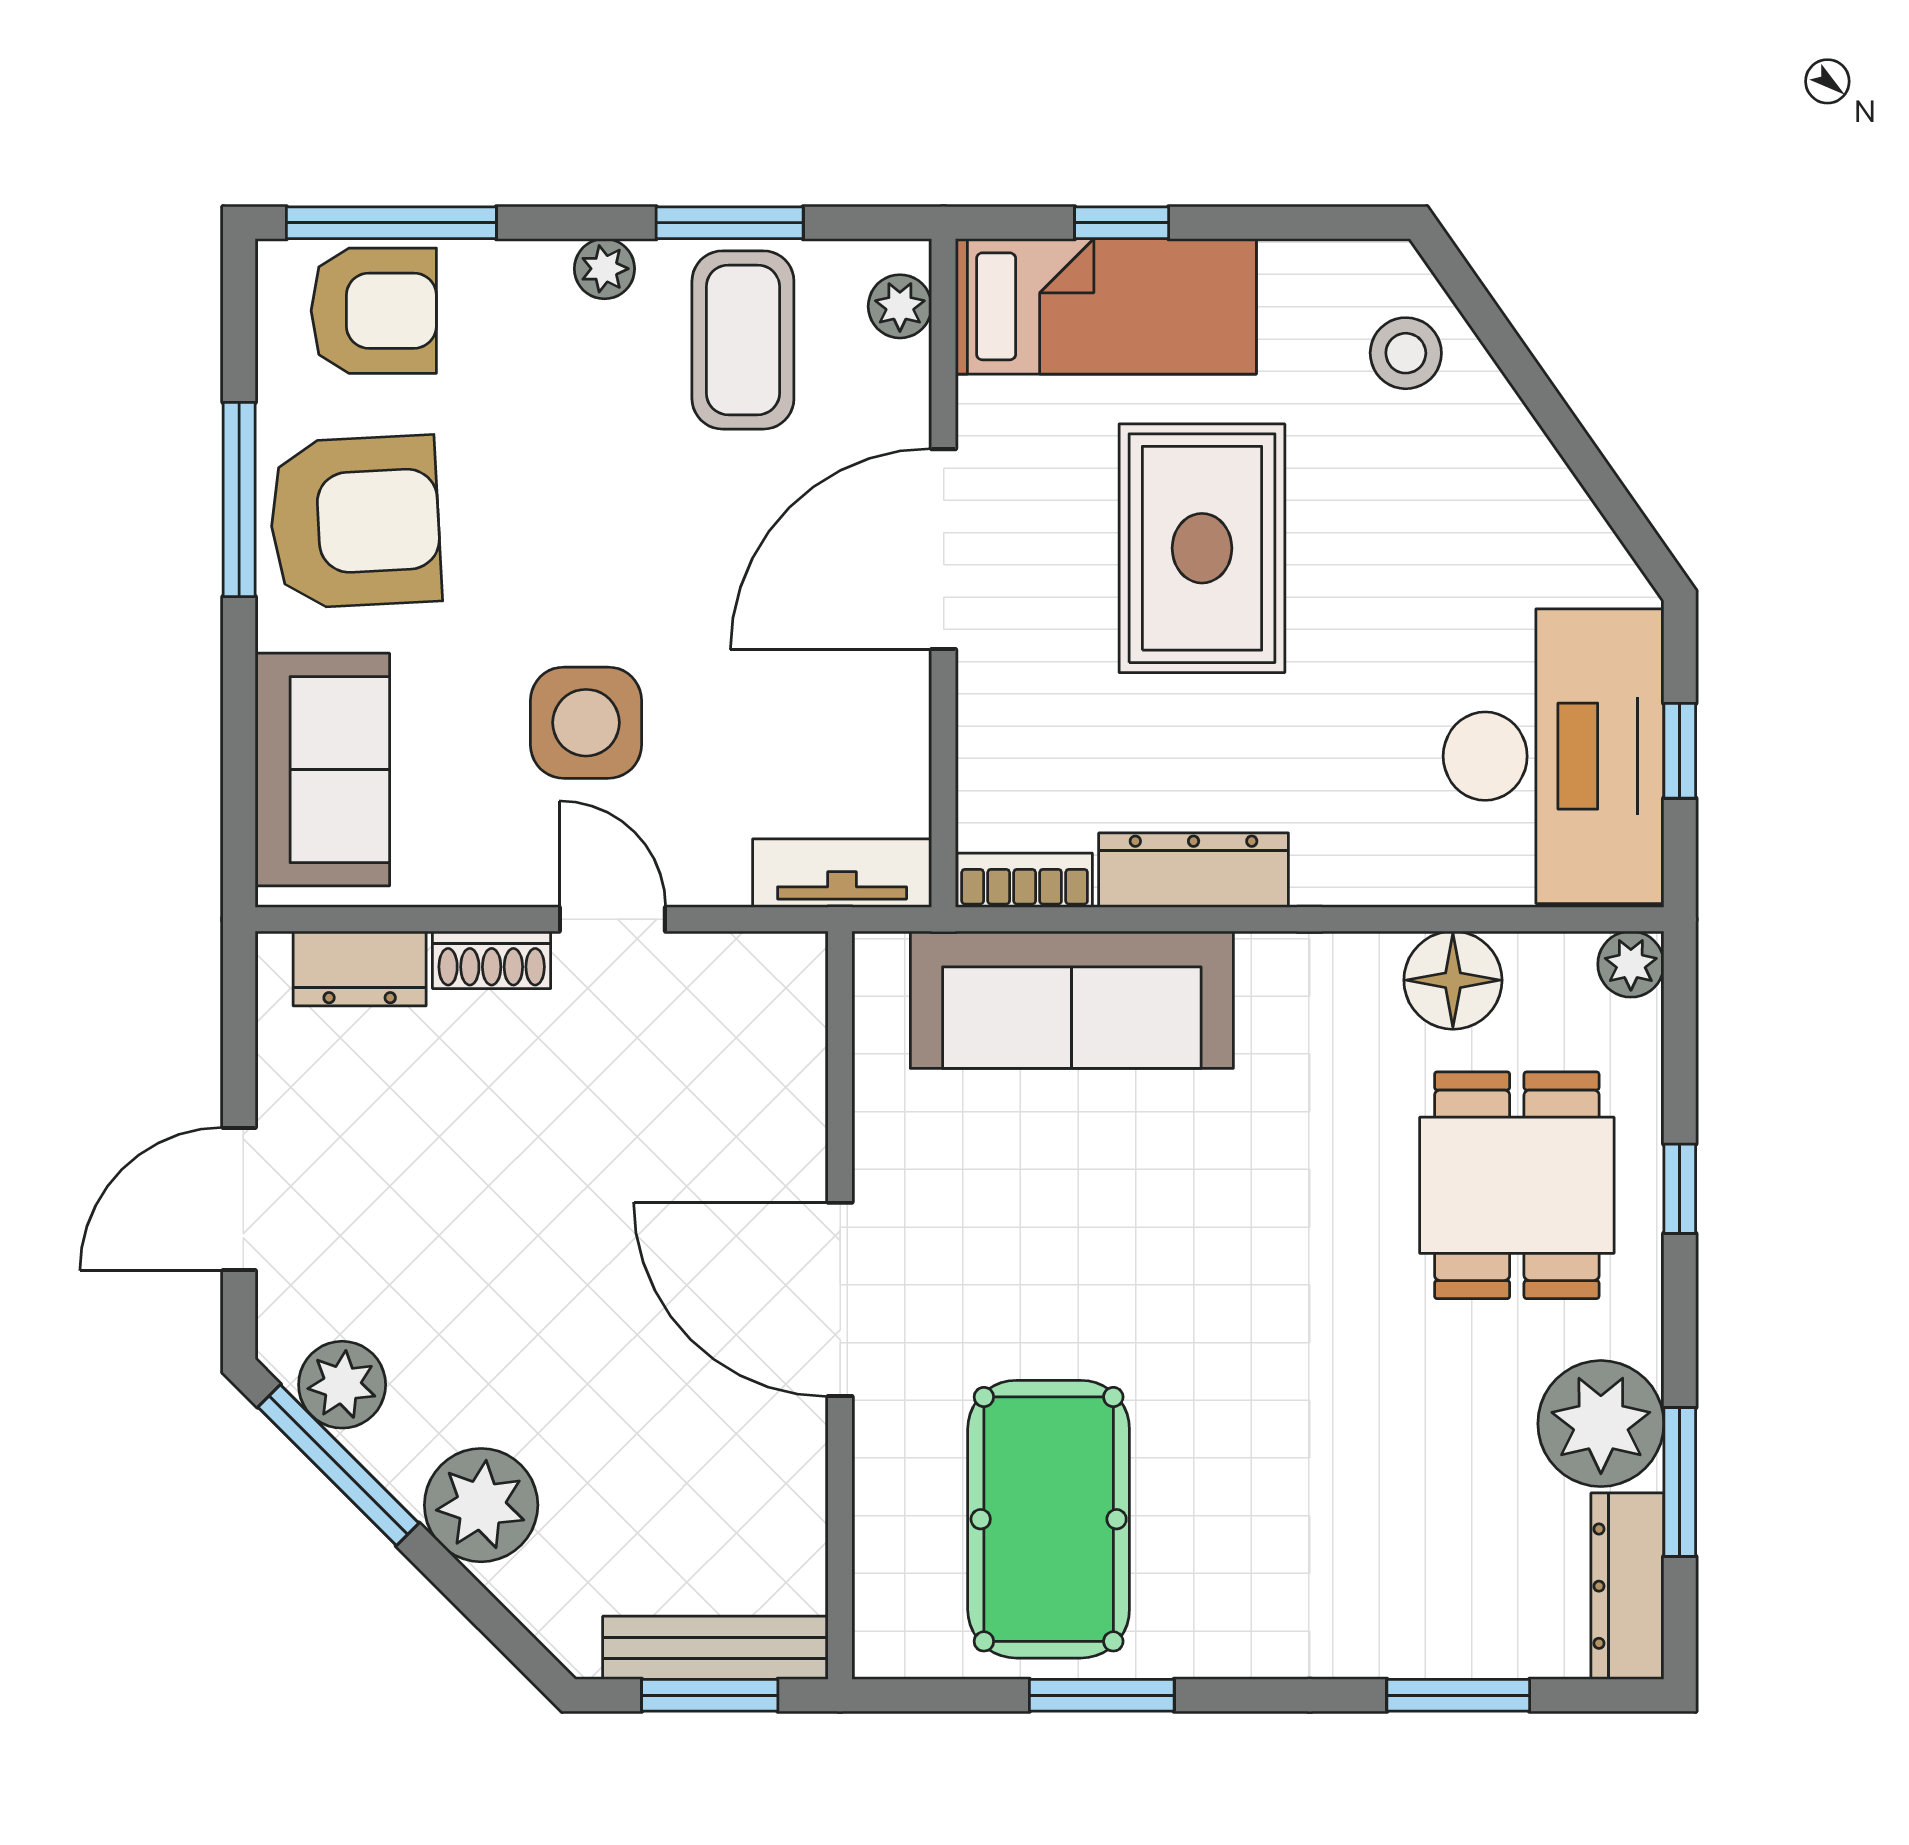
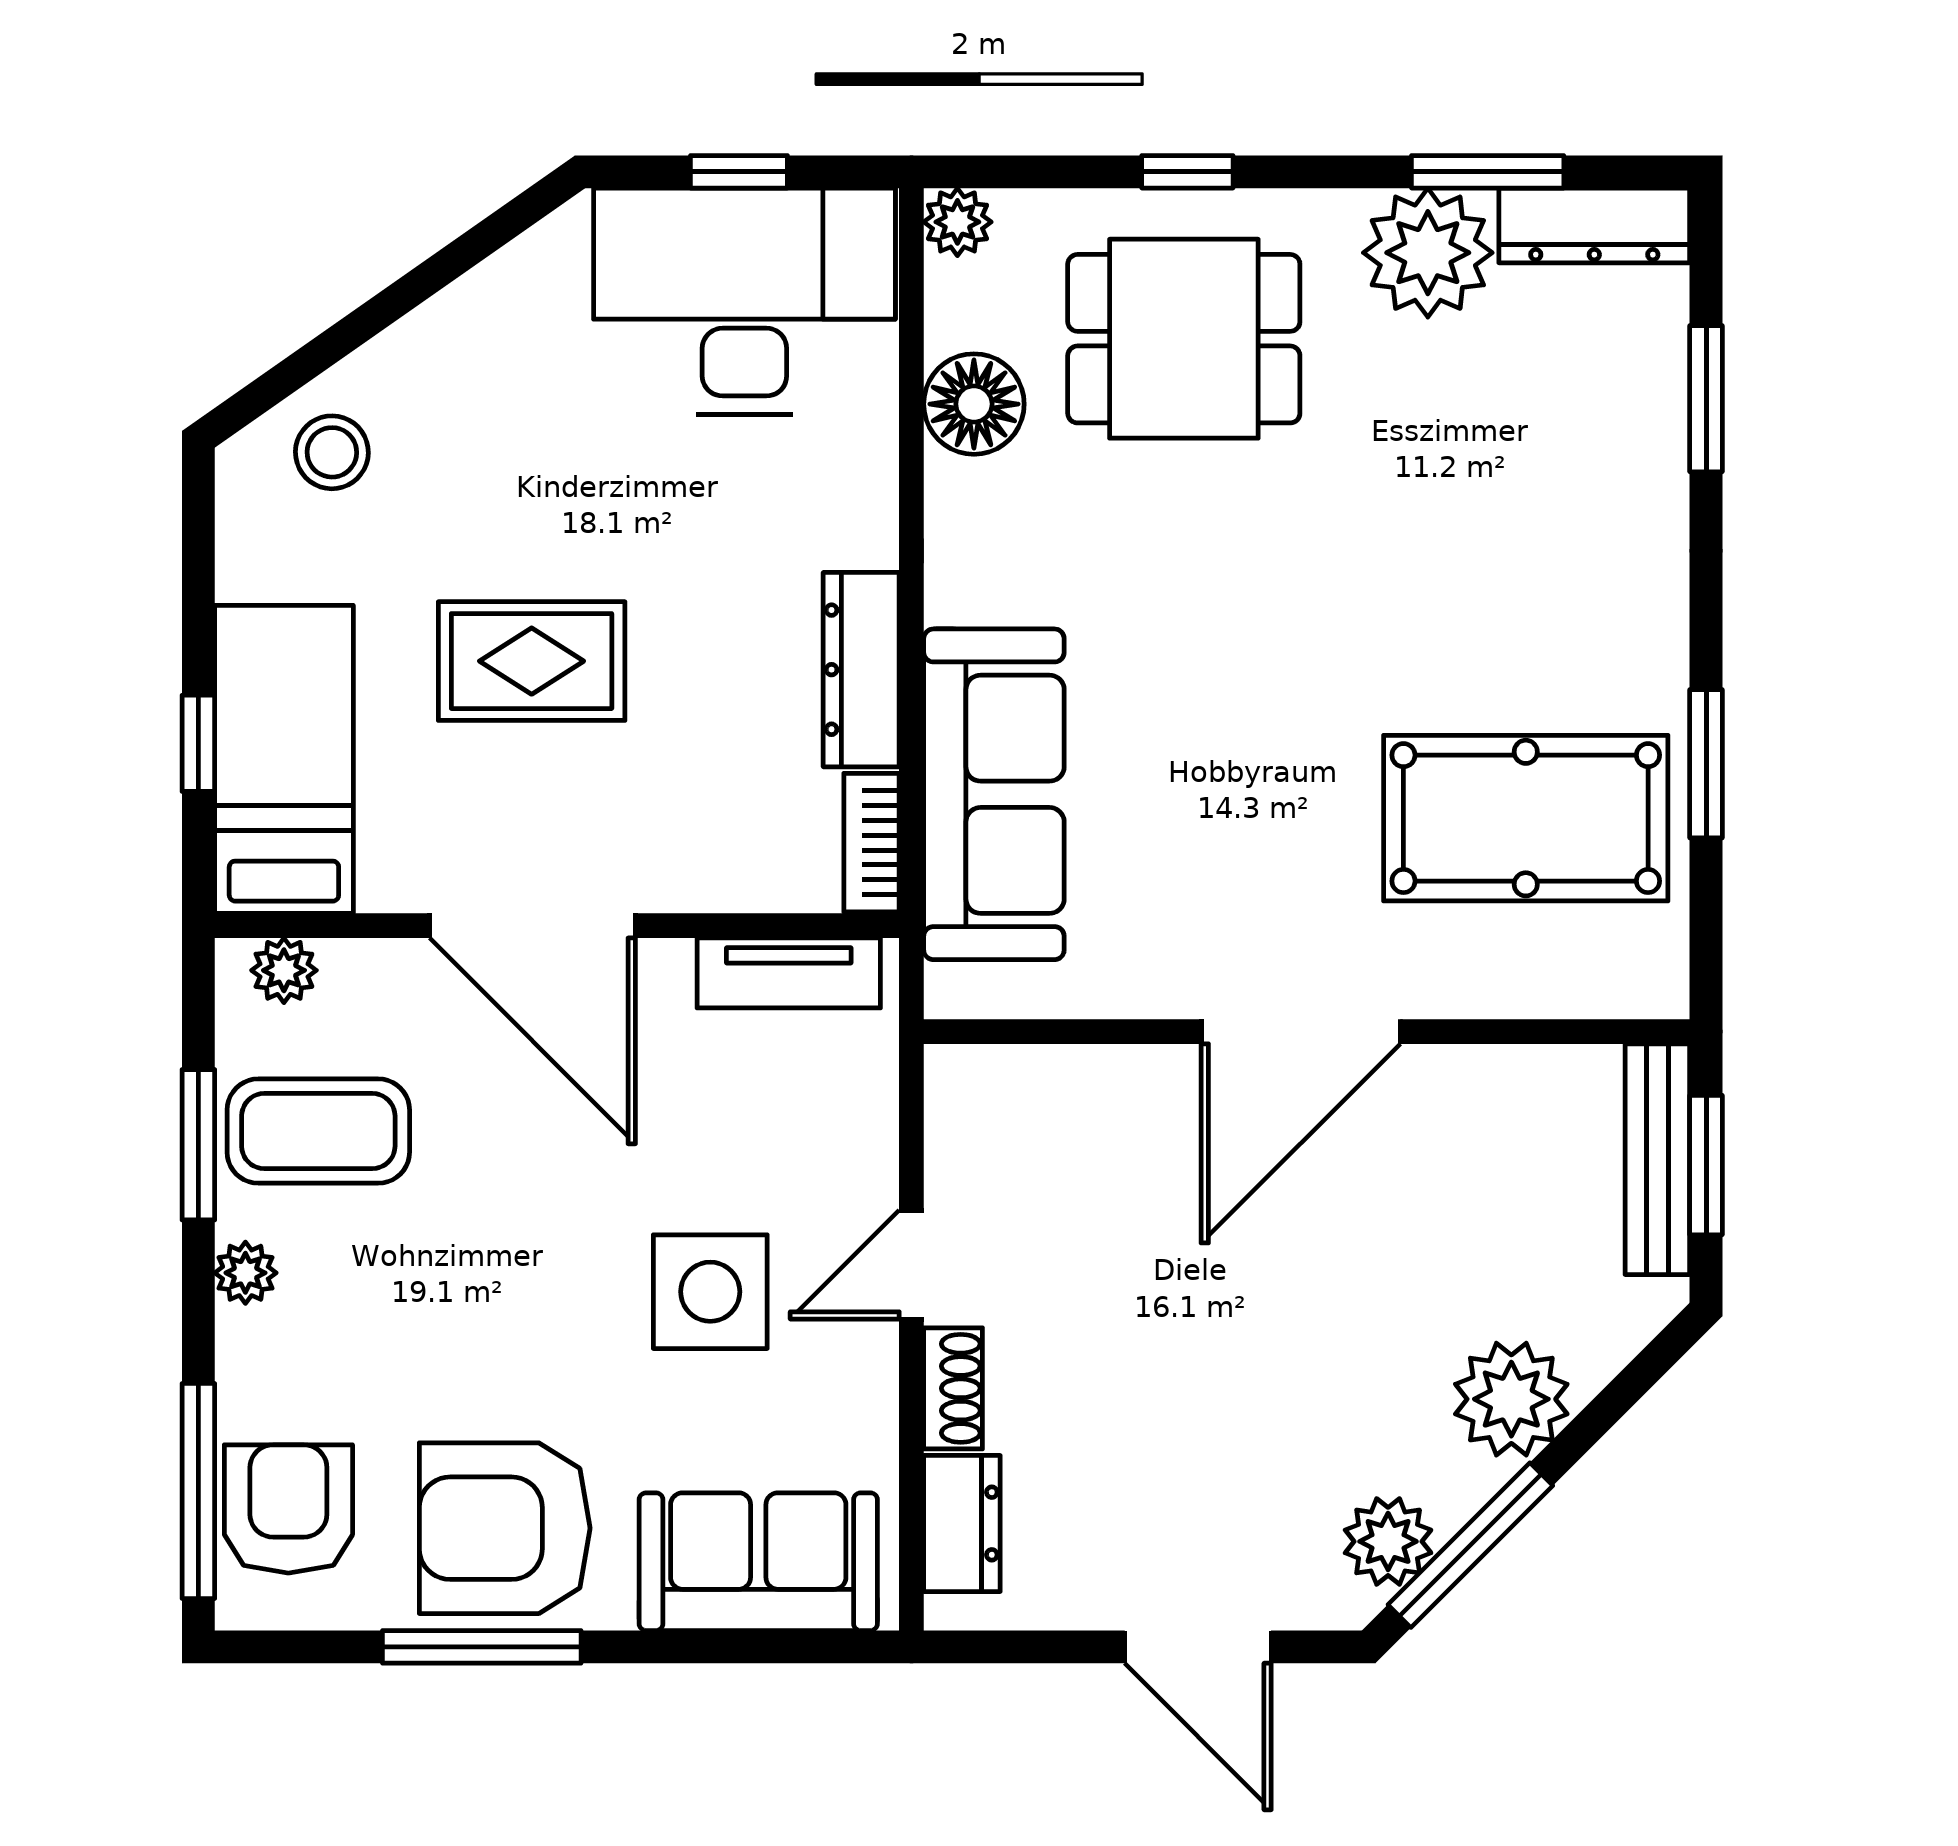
armchair: (355, 522) -> (505, 1528), turned -87
rug: (1202, 548) -> (532, 661), width x0.73, depth x0.70
tv unit: (842, 873) -> (789, 973), moved, turned -90

